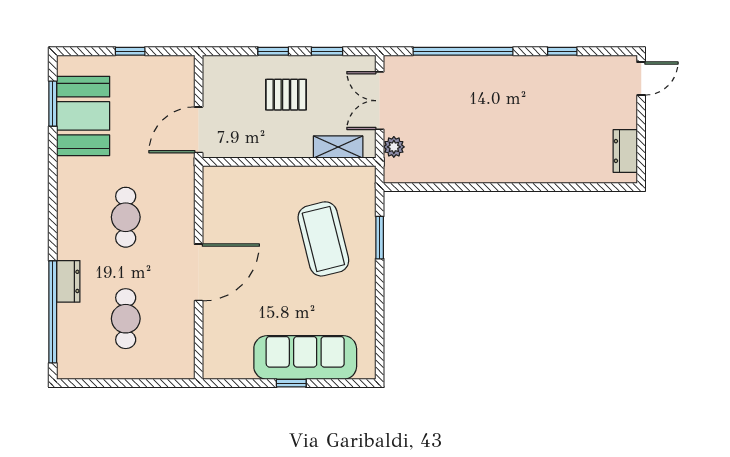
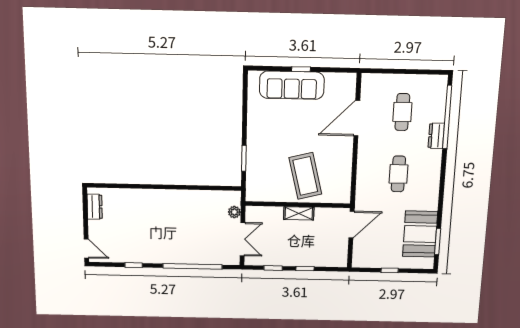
door: (641, 79) -> (86, 249), swing flipped
pallet: (286, 95) -> (298, 244), removed
shelving: (338, 147) -> (299, 213), moved
coffee table: (323, 239) -> (305, 176), moved
door: (199, 272) -> (357, 118), moved

